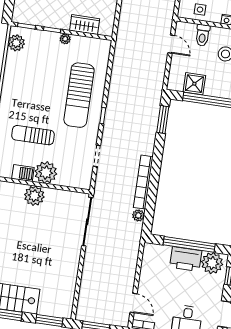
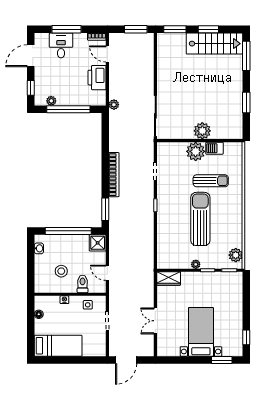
wardrobe: (85, 25) -> (169, 279), moved
shower: (194, 84) -> (98, 243), moved
sun lounger: (79, 95) -> (200, 219), moved
bookcase: (143, 182) -> (114, 175), moved
plant: (138, 215) -> (114, 105), moved
printer: (186, 259) -> (97, 78), moved, turned -90
plant: (212, 263) -> (51, 101), width x0.53, depth x0.53

